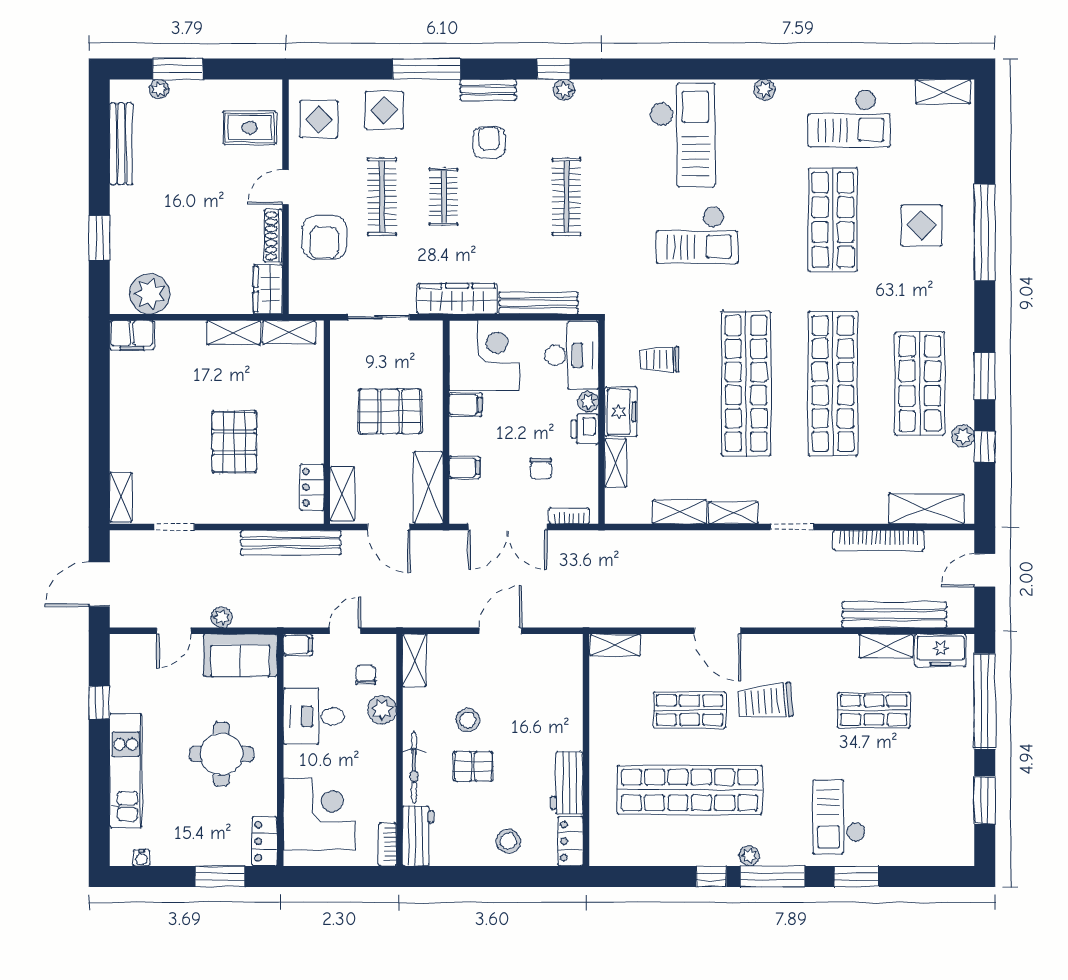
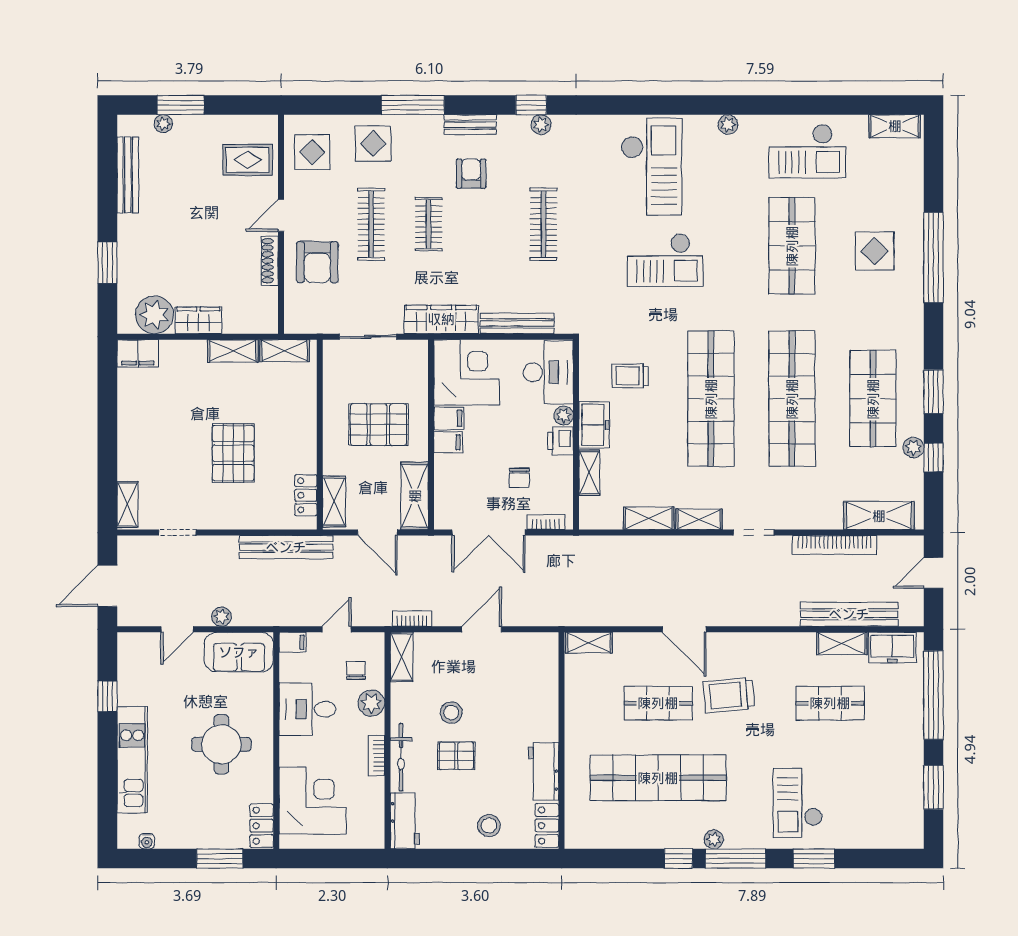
wardrobe: (268, 289) -> (198, 320), moved, turned 90
filing cabinet: (464, 467) -> (448, 442), moved
bookcase: (426, 619) -> (412, 619), added
bookcase: (388, 844) -> (376, 756), moved

